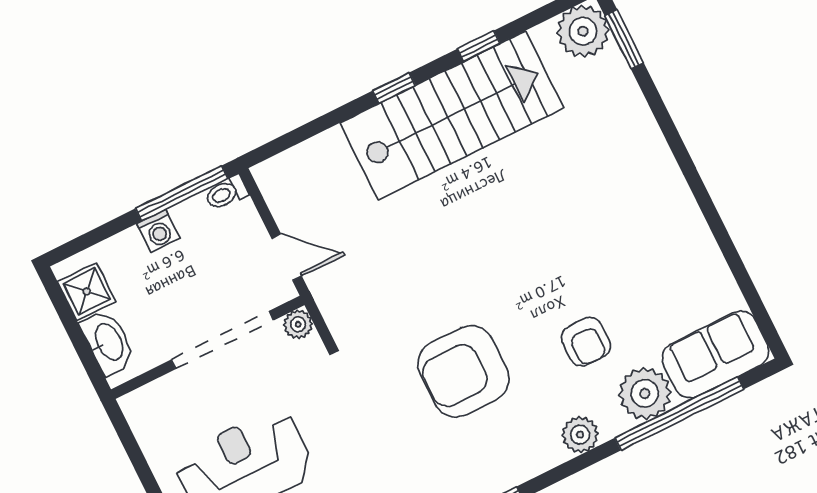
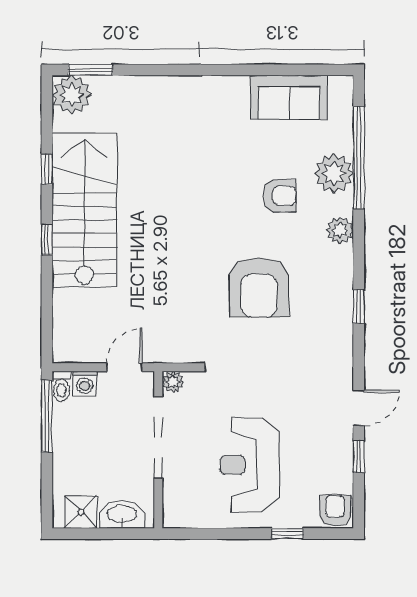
washing machine: (158, 231) -> (85, 383), moved, turned 90
sofa: (715, 355) -> (289, 97), moved, turned -90

